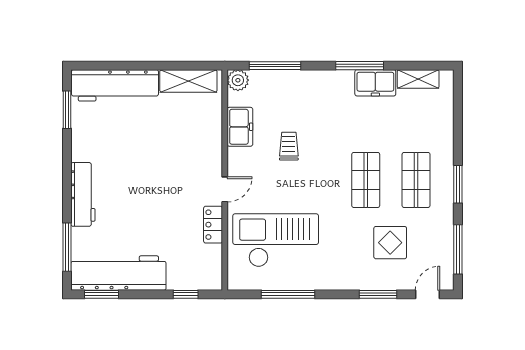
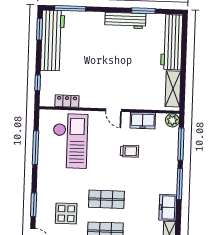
window: (360, 66) -> (180, 184), moved
window: (67, 110) -> (143, 11), moved
door: (225, 189) -> (114, 110), moved
workbench: (83, 194) -> (125, 20), moved
locker: (213, 225) -> (67, 101), moved

